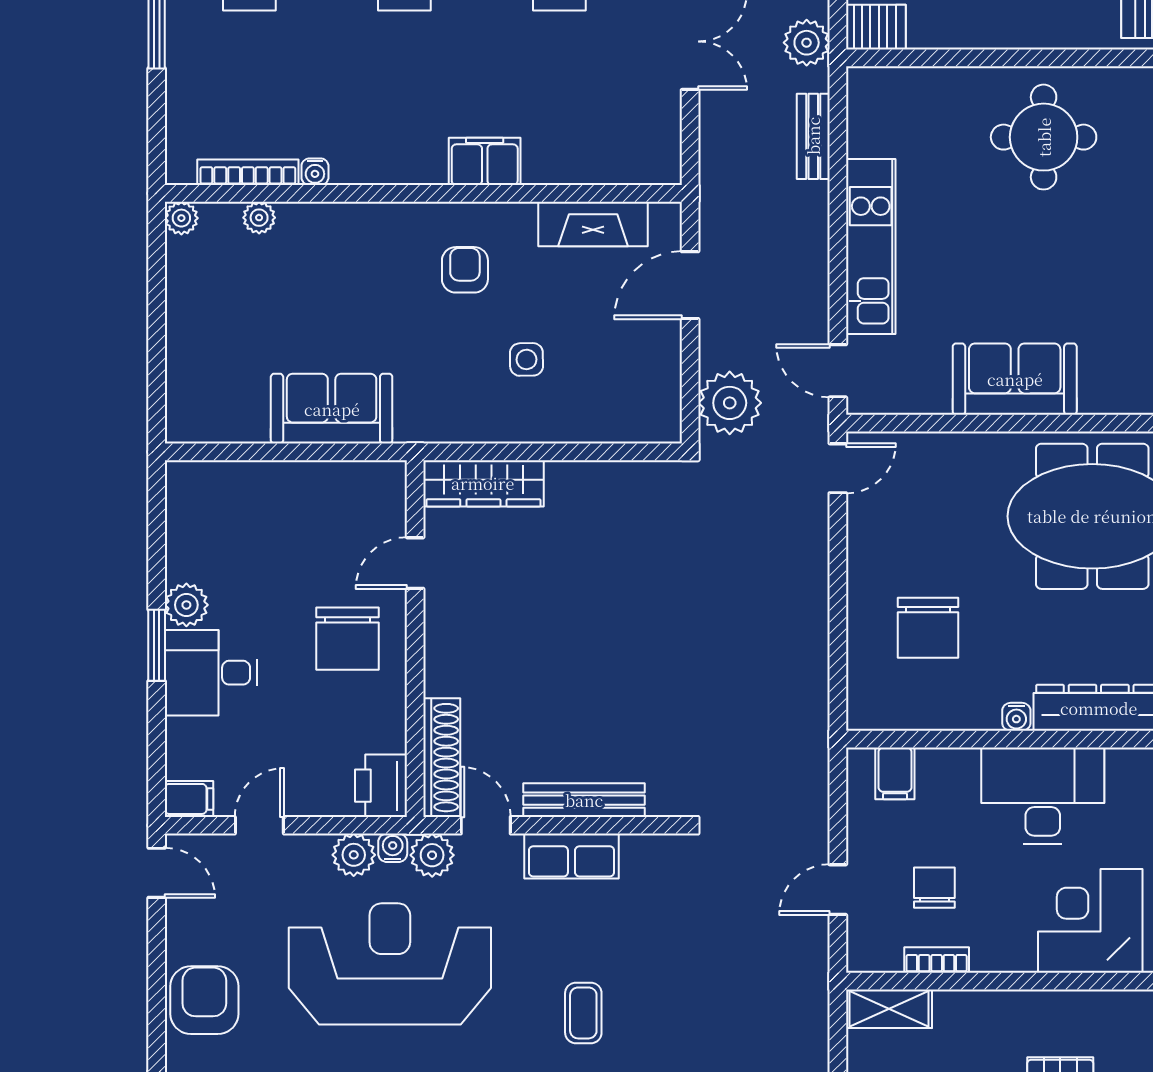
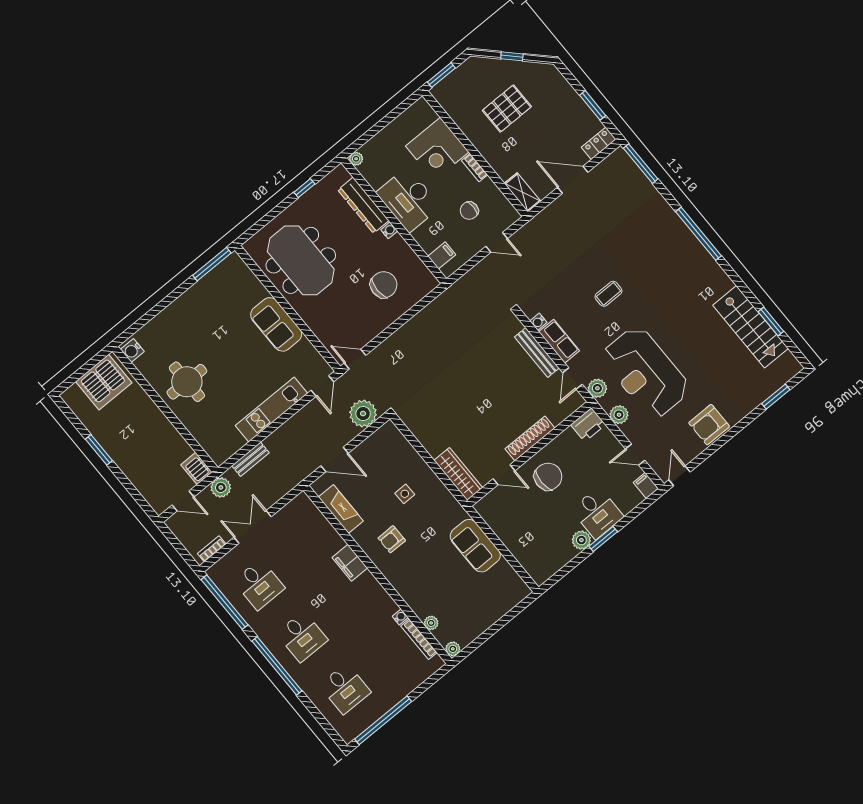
shoe rack: (442, 758) -> (530, 438), moved
water cooler: (393, 848) -> (538, 322), moved
bookcase: (937, 960) -> (475, 168), moved

